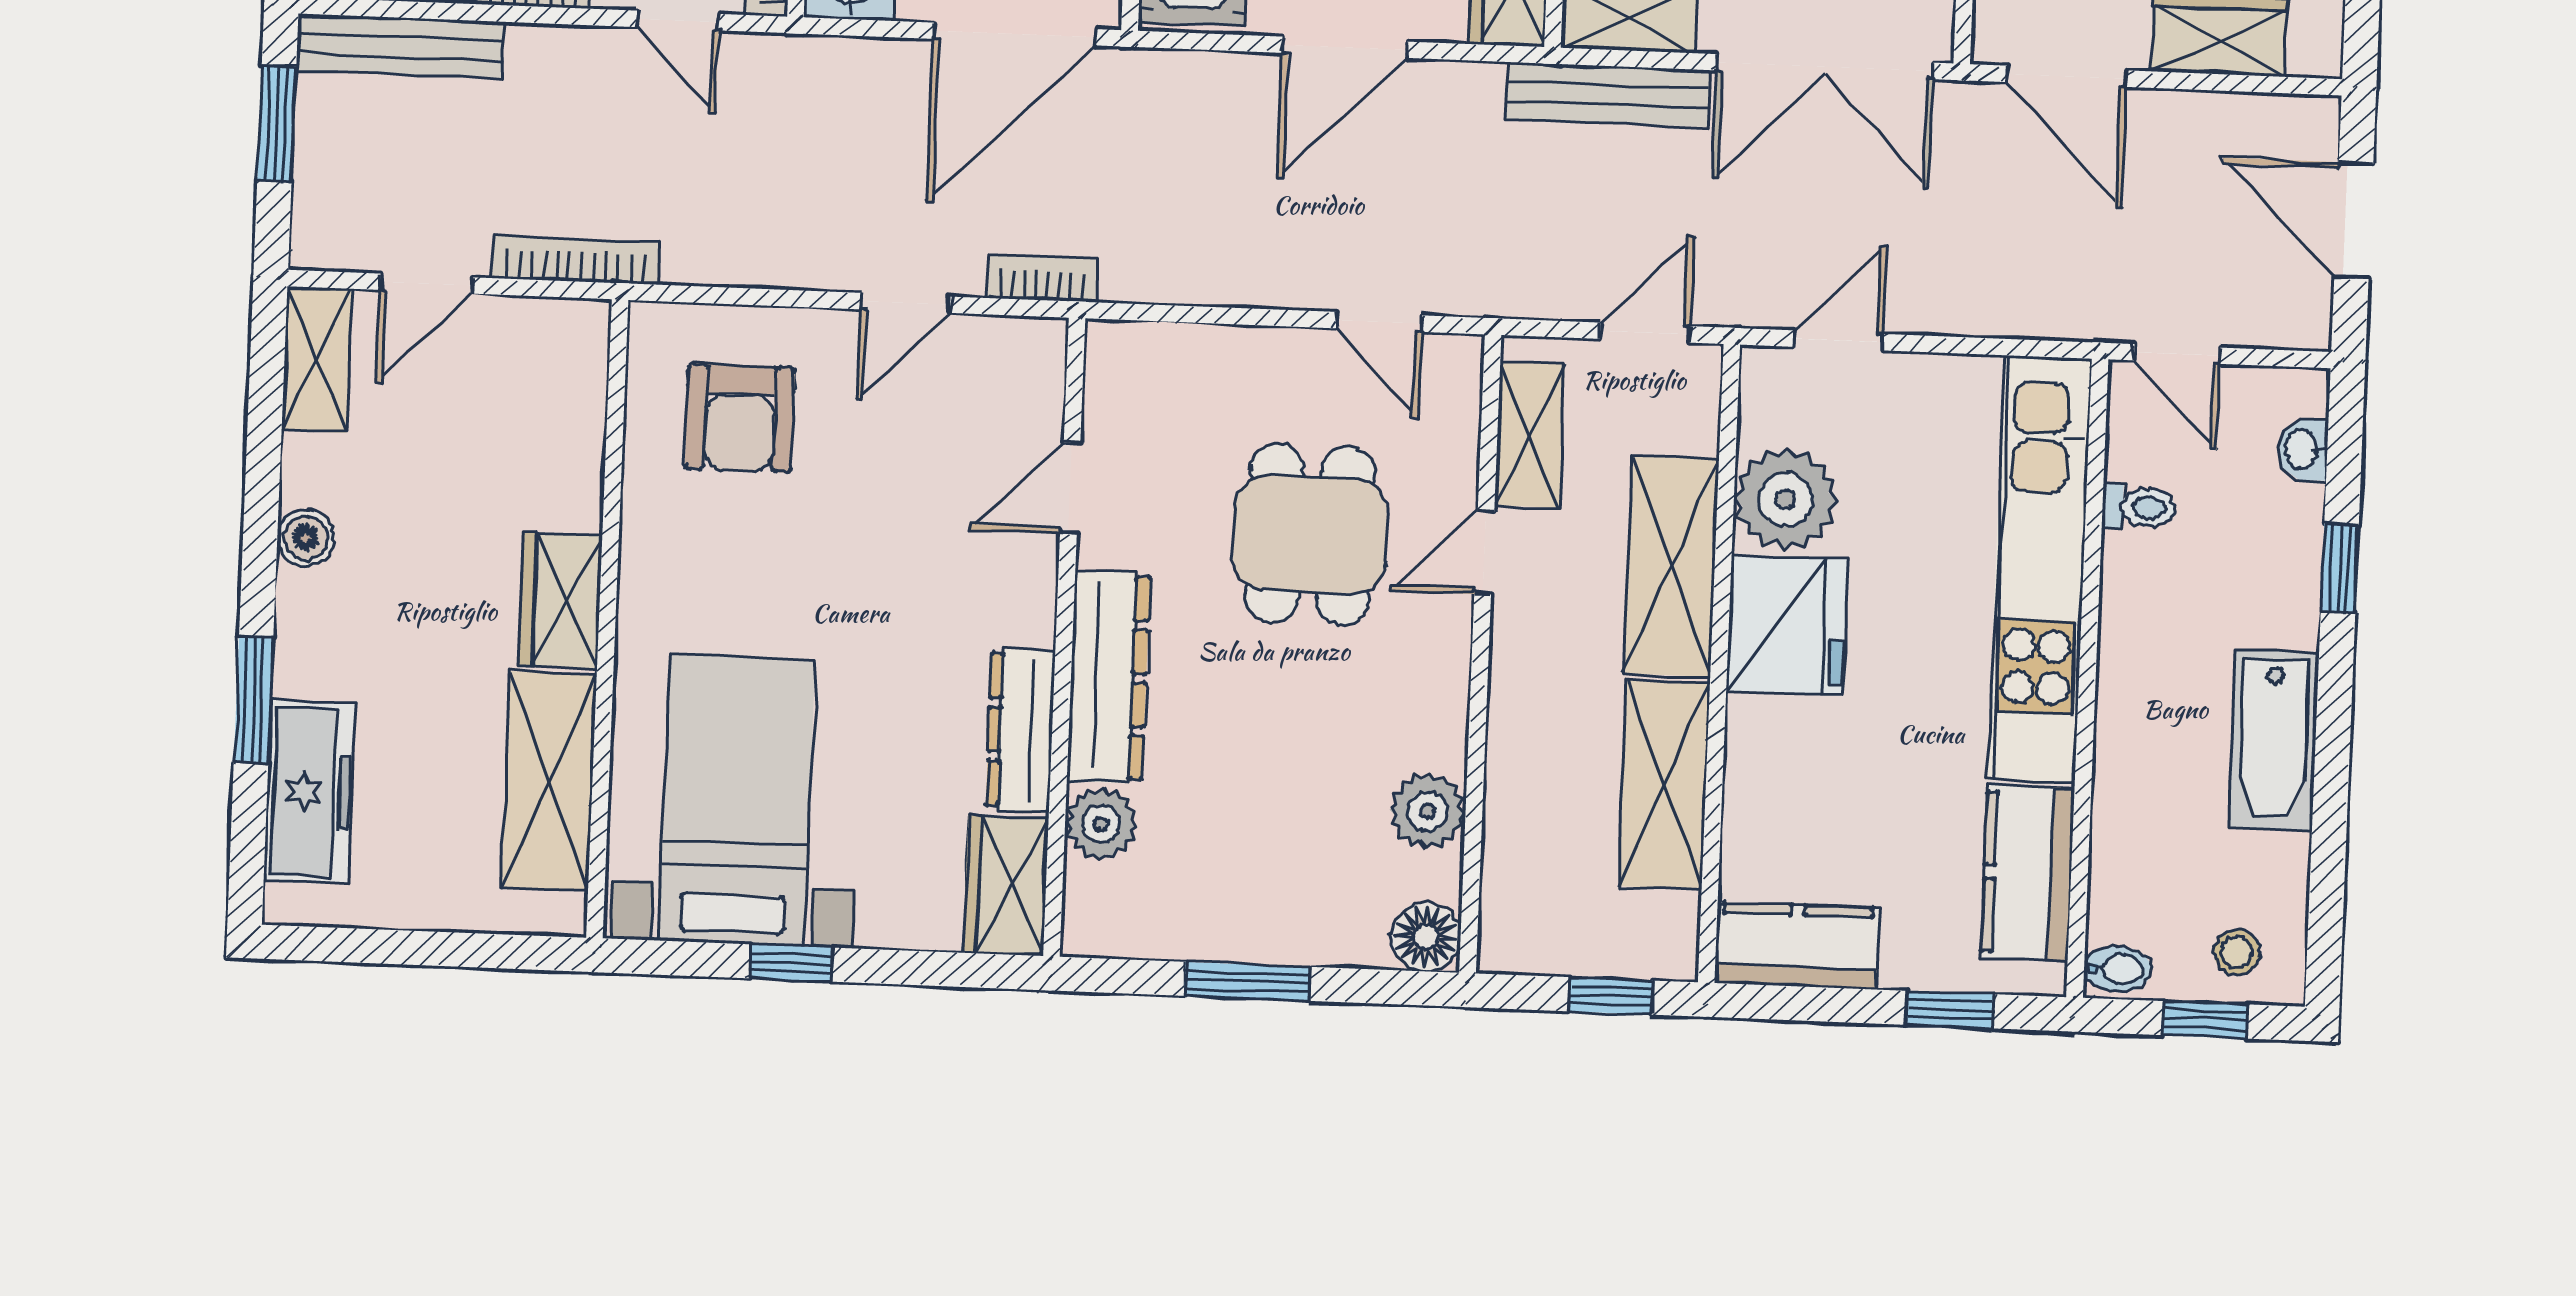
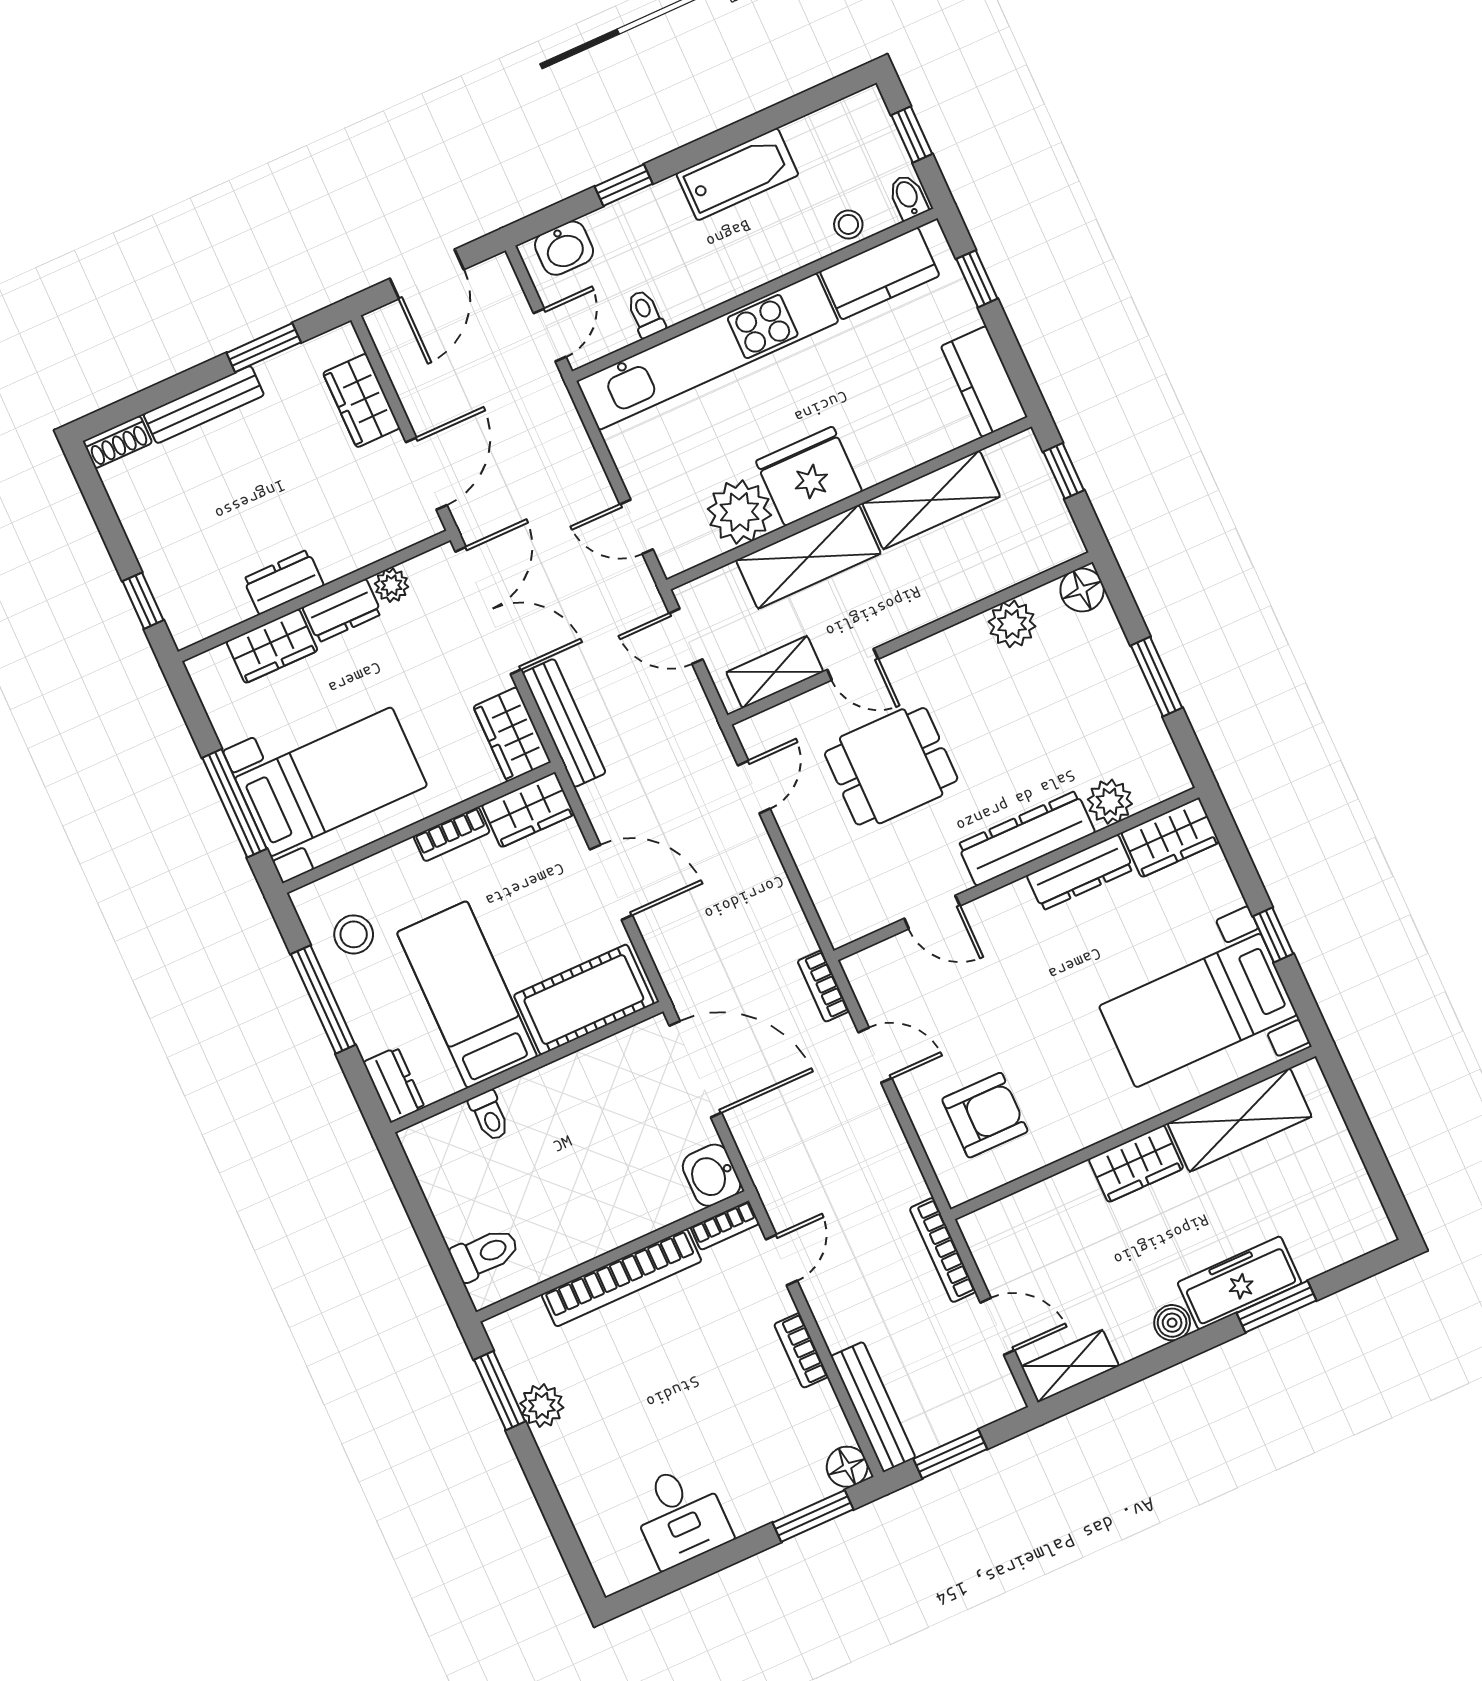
washbasin: (2303, 449) -> (564, 248), width x1.38, depth x1.45
freezer: (309, 792) -> (1240, 1283), moved
stool: (2237, 952) -> (848, 224), moved

